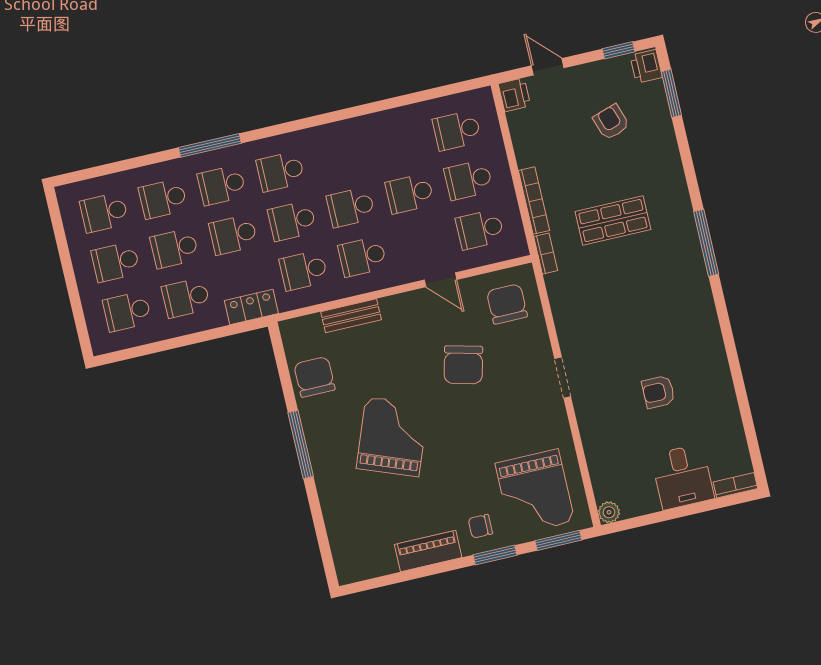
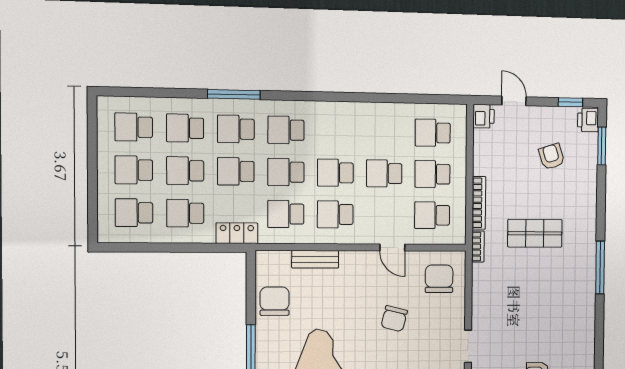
chair: (463, 365) -> (394, 319), width x0.73, depth x0.73

